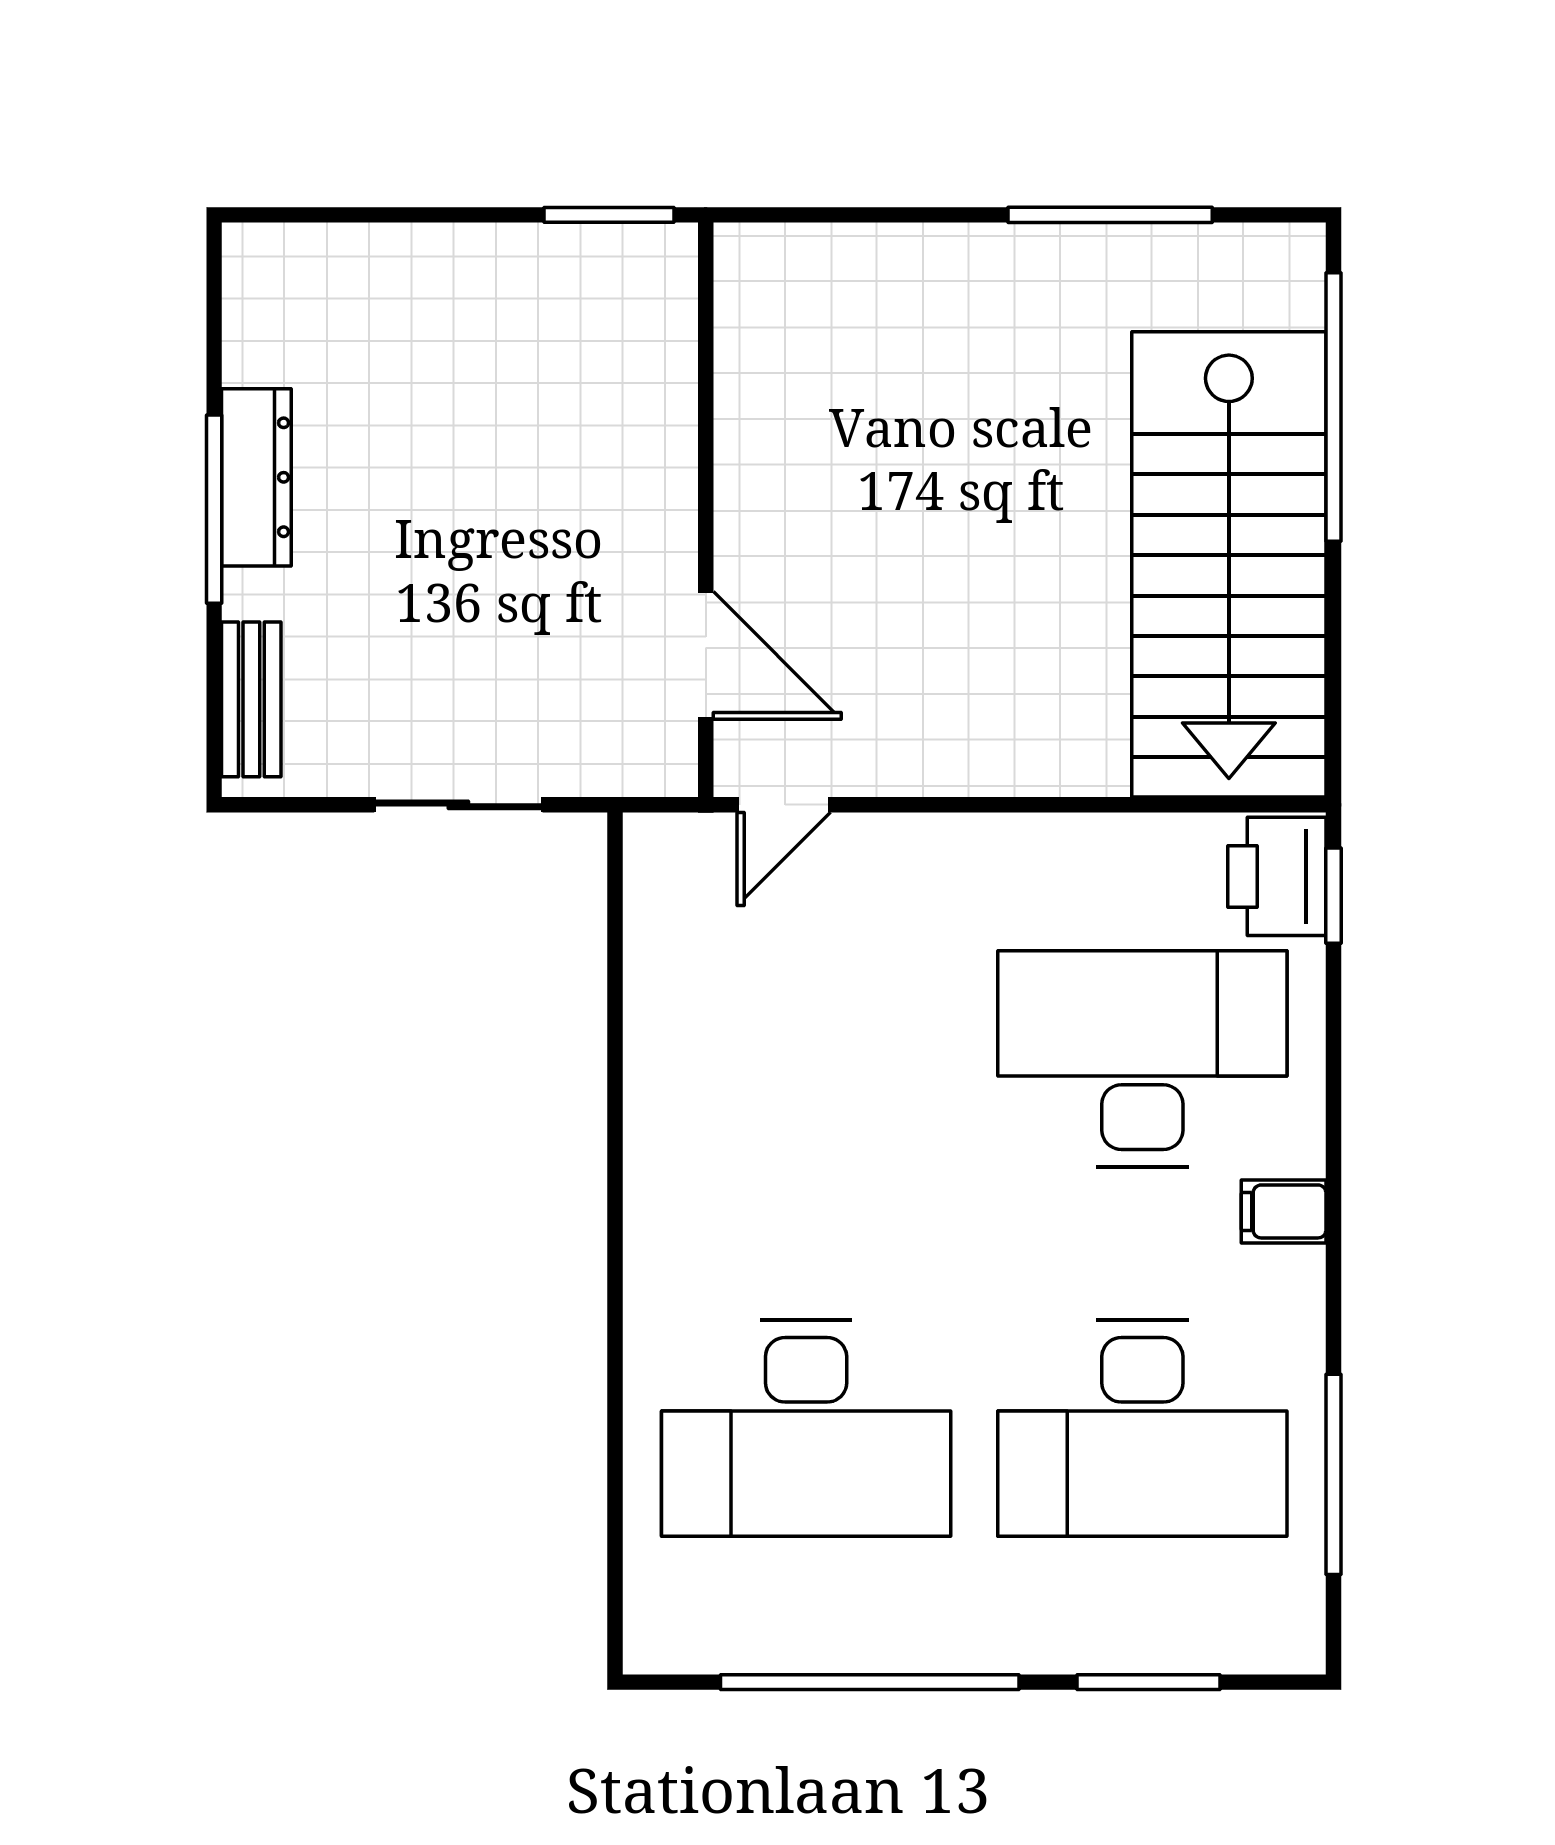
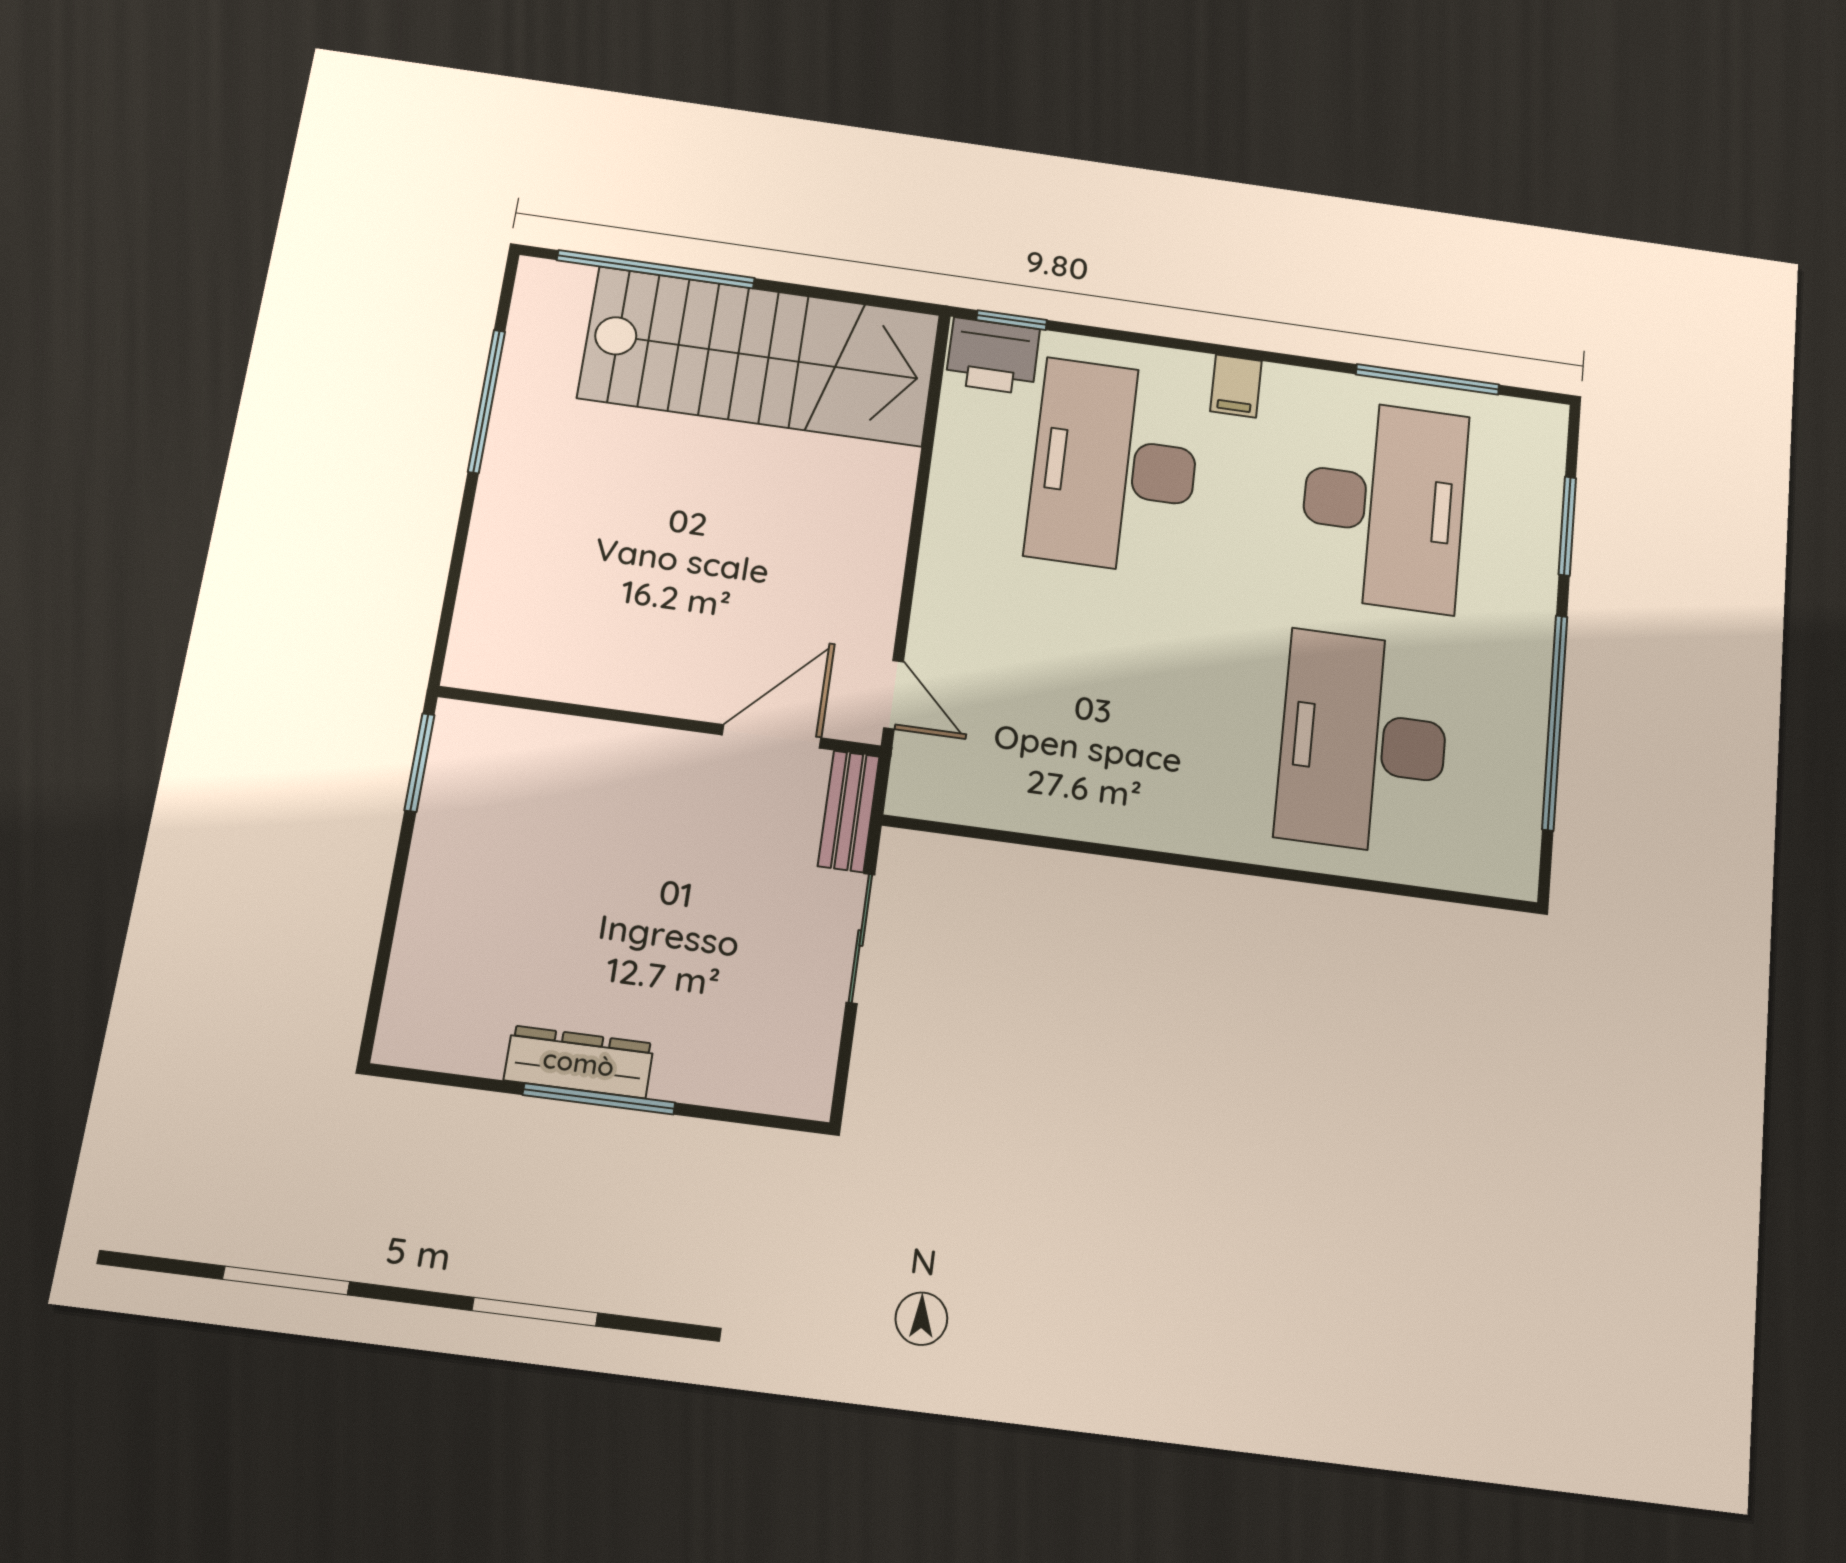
bench: (251, 699) -> (849, 811), moved, turned 90
desk: (806, 1428) -> (1363, 742), turned 180

